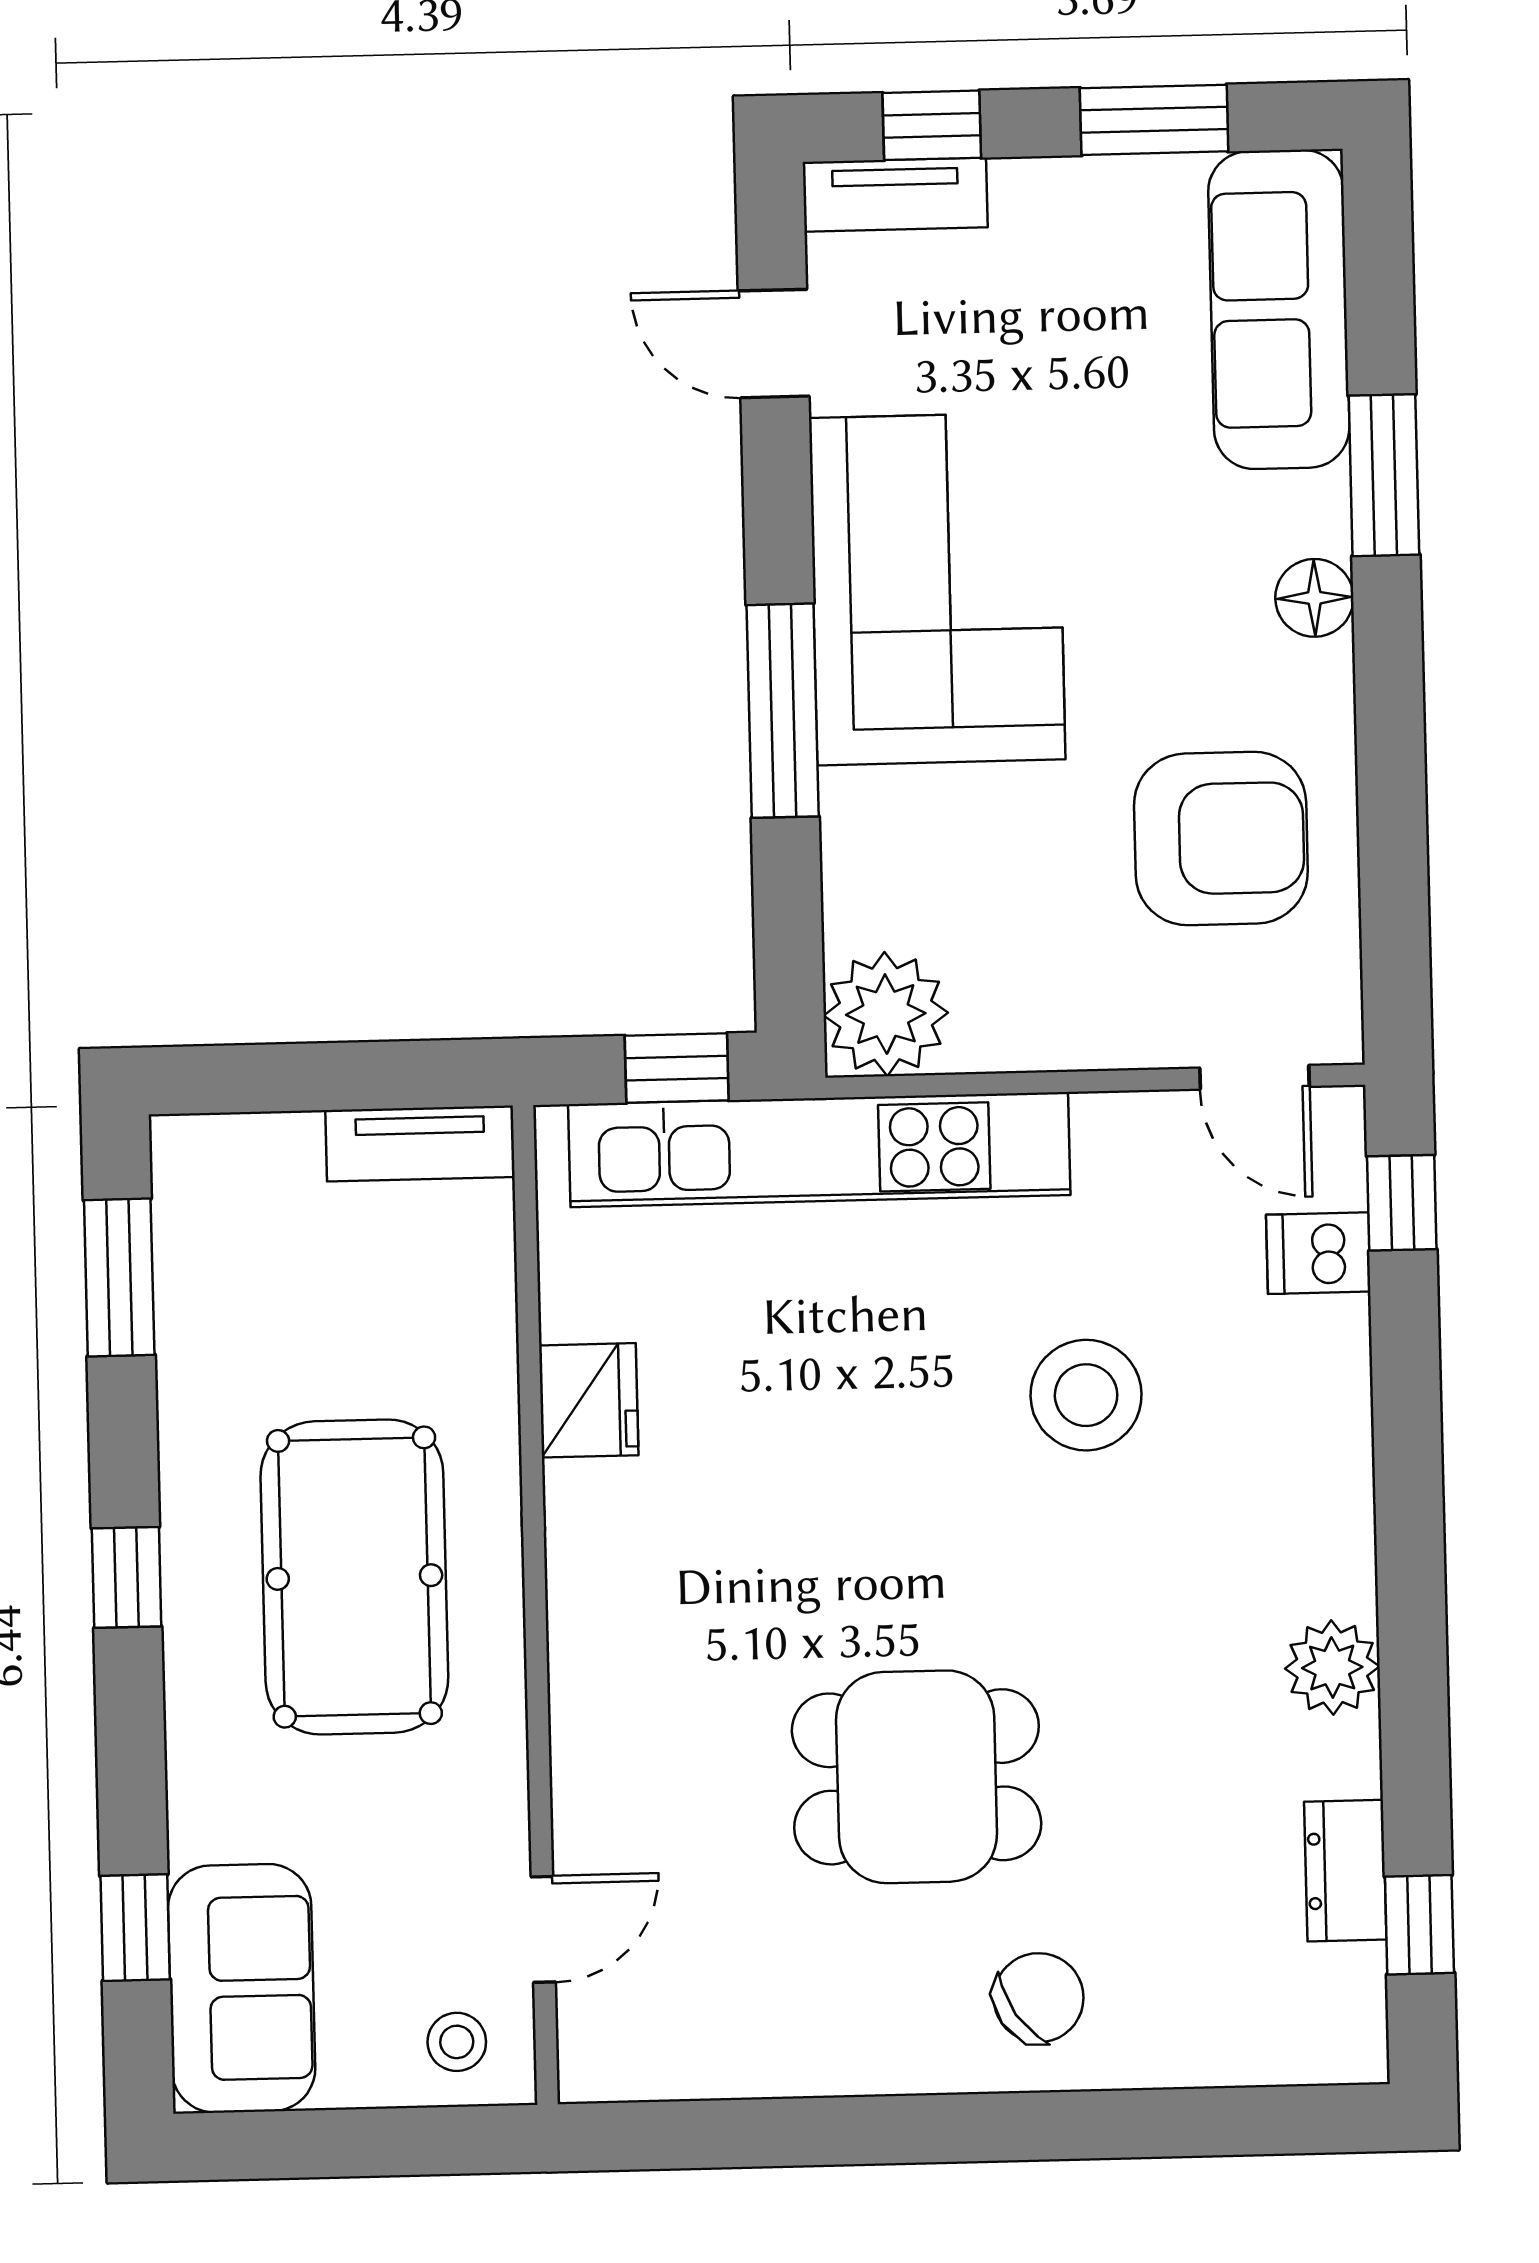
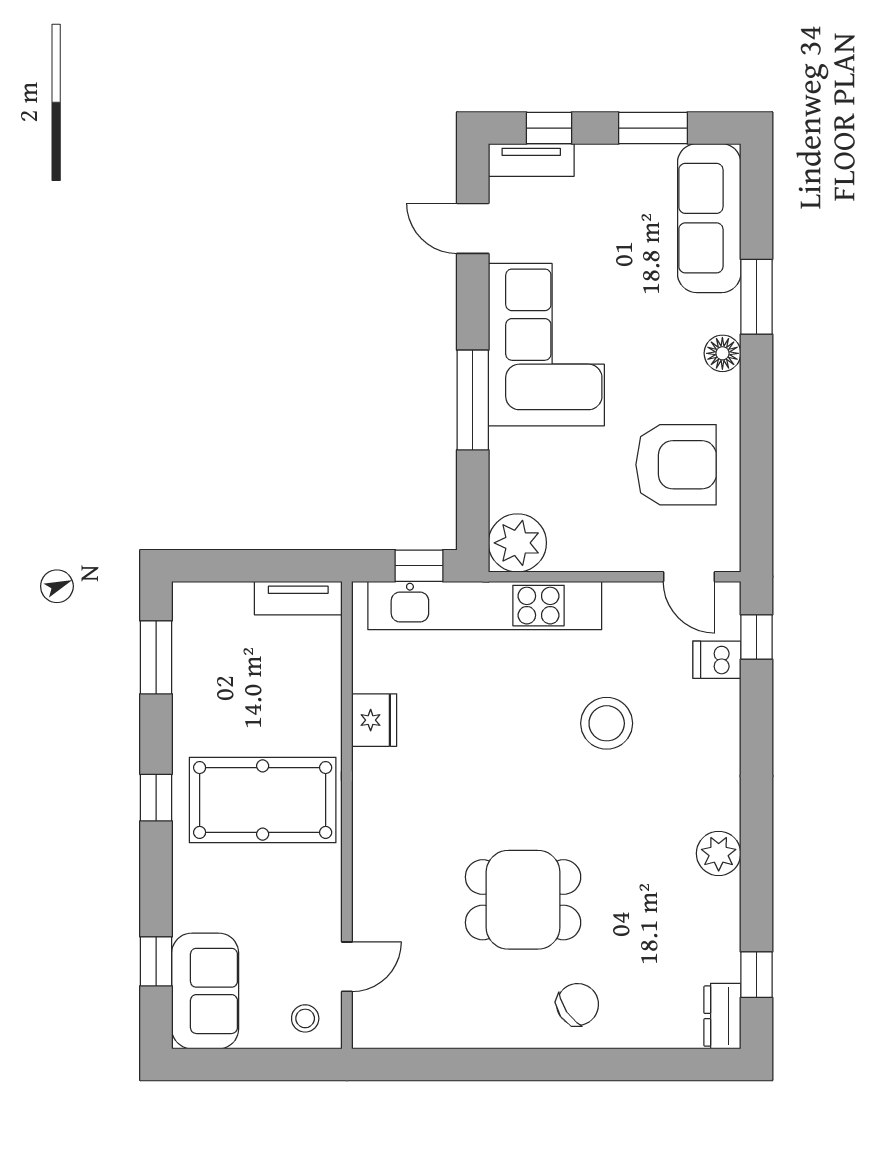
pool table: (354, 1577) -> (263, 800), turned 90
dresser: (1345, 1871) -> (722, 1016), moved

